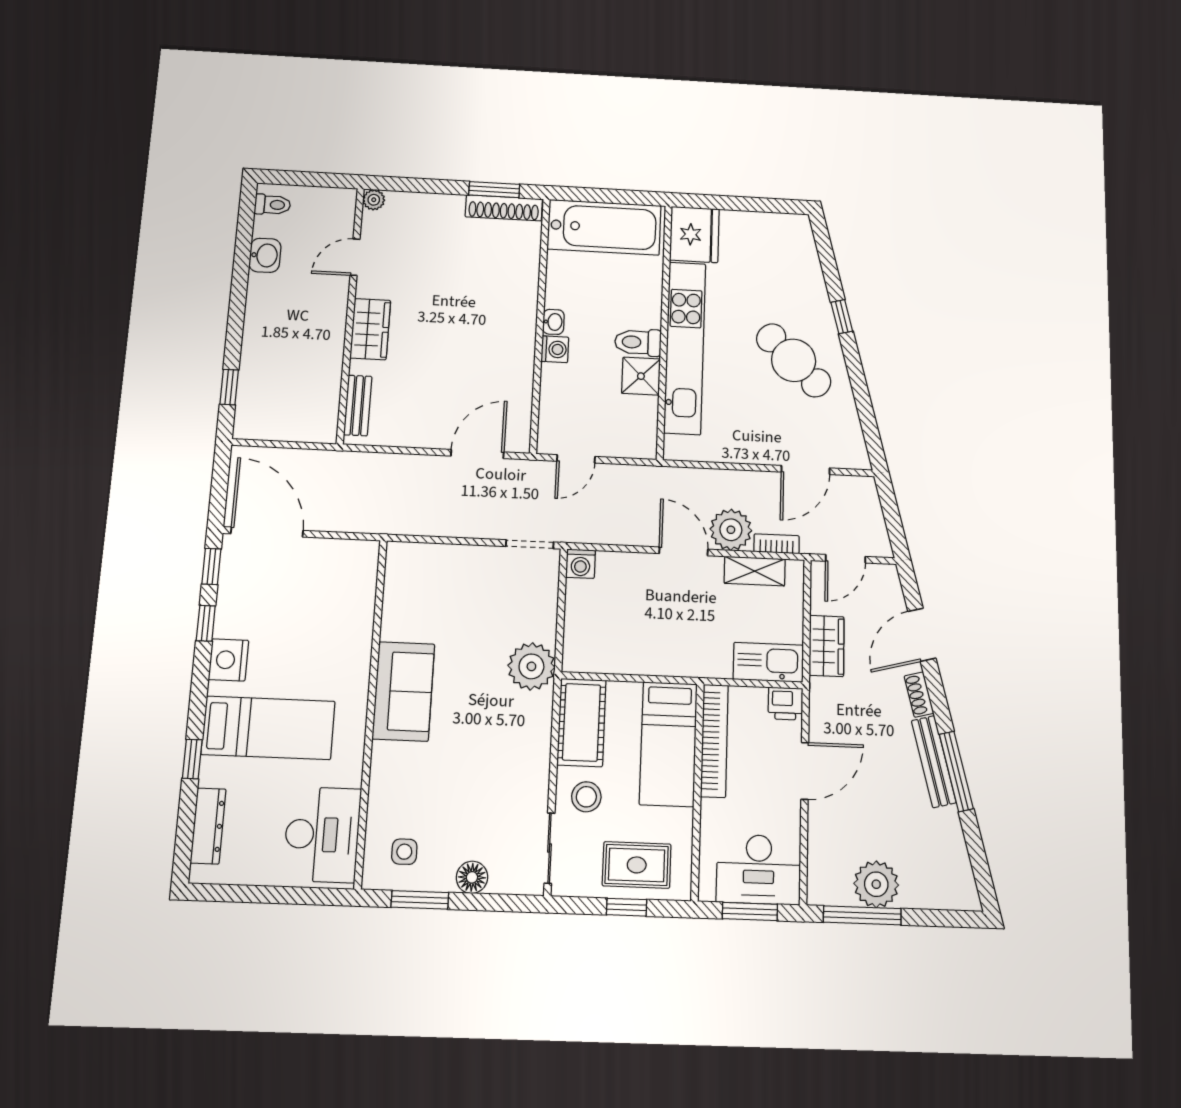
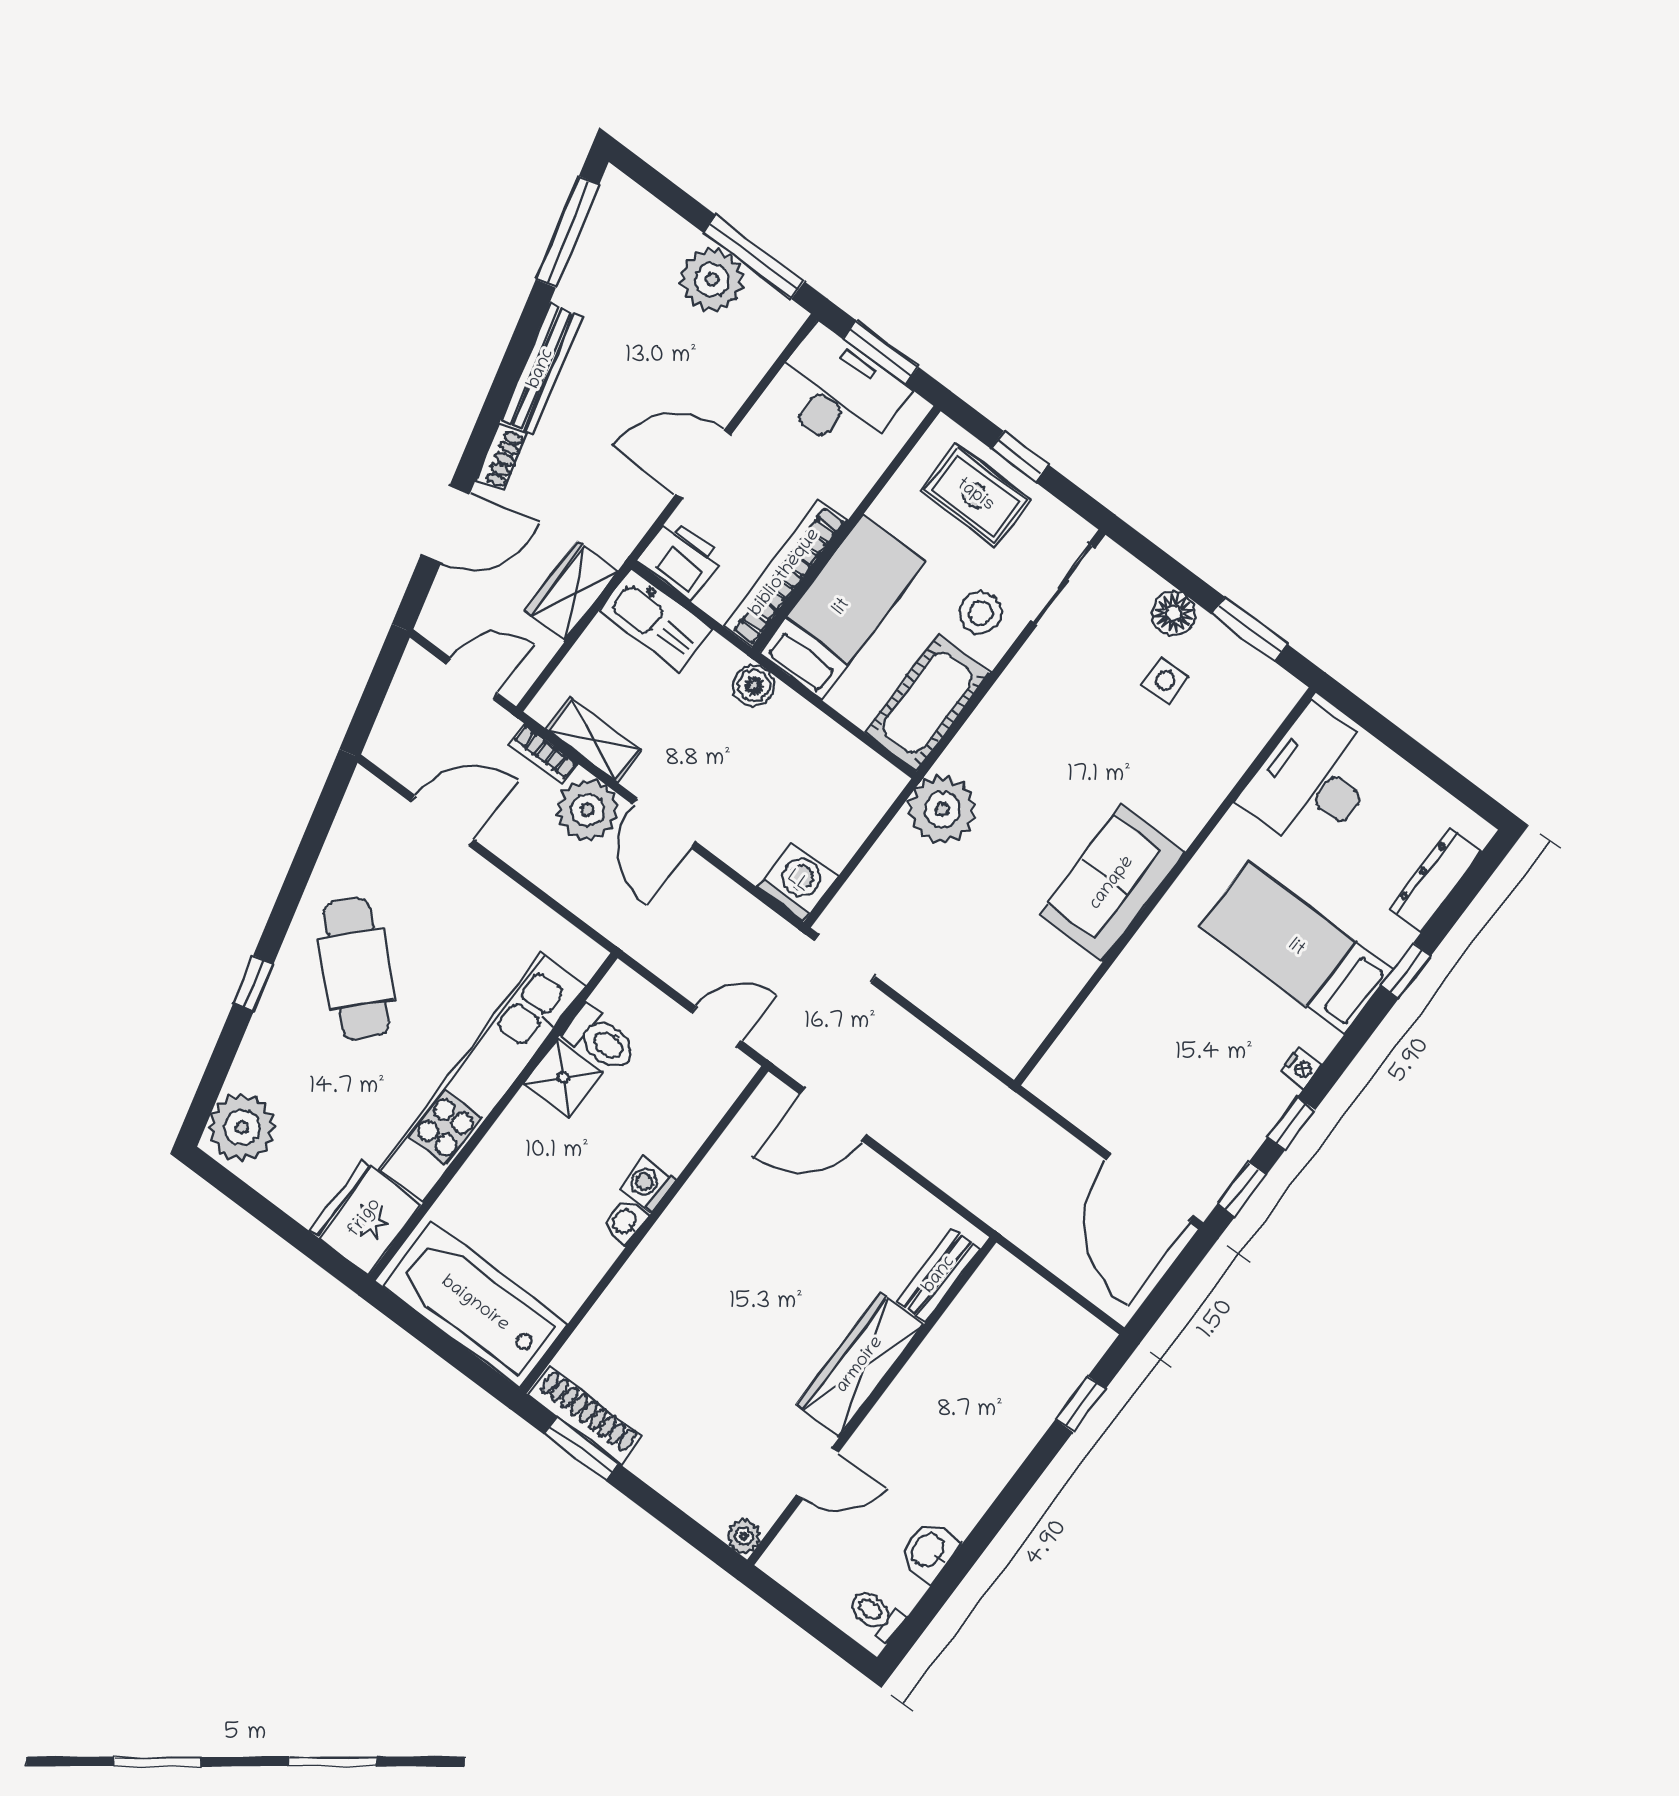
plant: (793, 239) -> (242, 1127), added
wardrobe: (370, 329) -> (860, 1365), width x1.50
toilet: (638, 342) -> (600, 1039), moved
washing machine: (581, 564) -> (798, 882), width x1.38, depth x1.38
nightstand: (228, 660) -> (1301, 1068), width x0.53, depth x0.56
boiler: (687, 663) -> (754, 686), added
printer: (785, 704) -> (680, 559), width x1.36, depth x1.24
window: (956, 771) -> (567, 232), moved
side table: (404, 852) -> (1165, 681), moved

